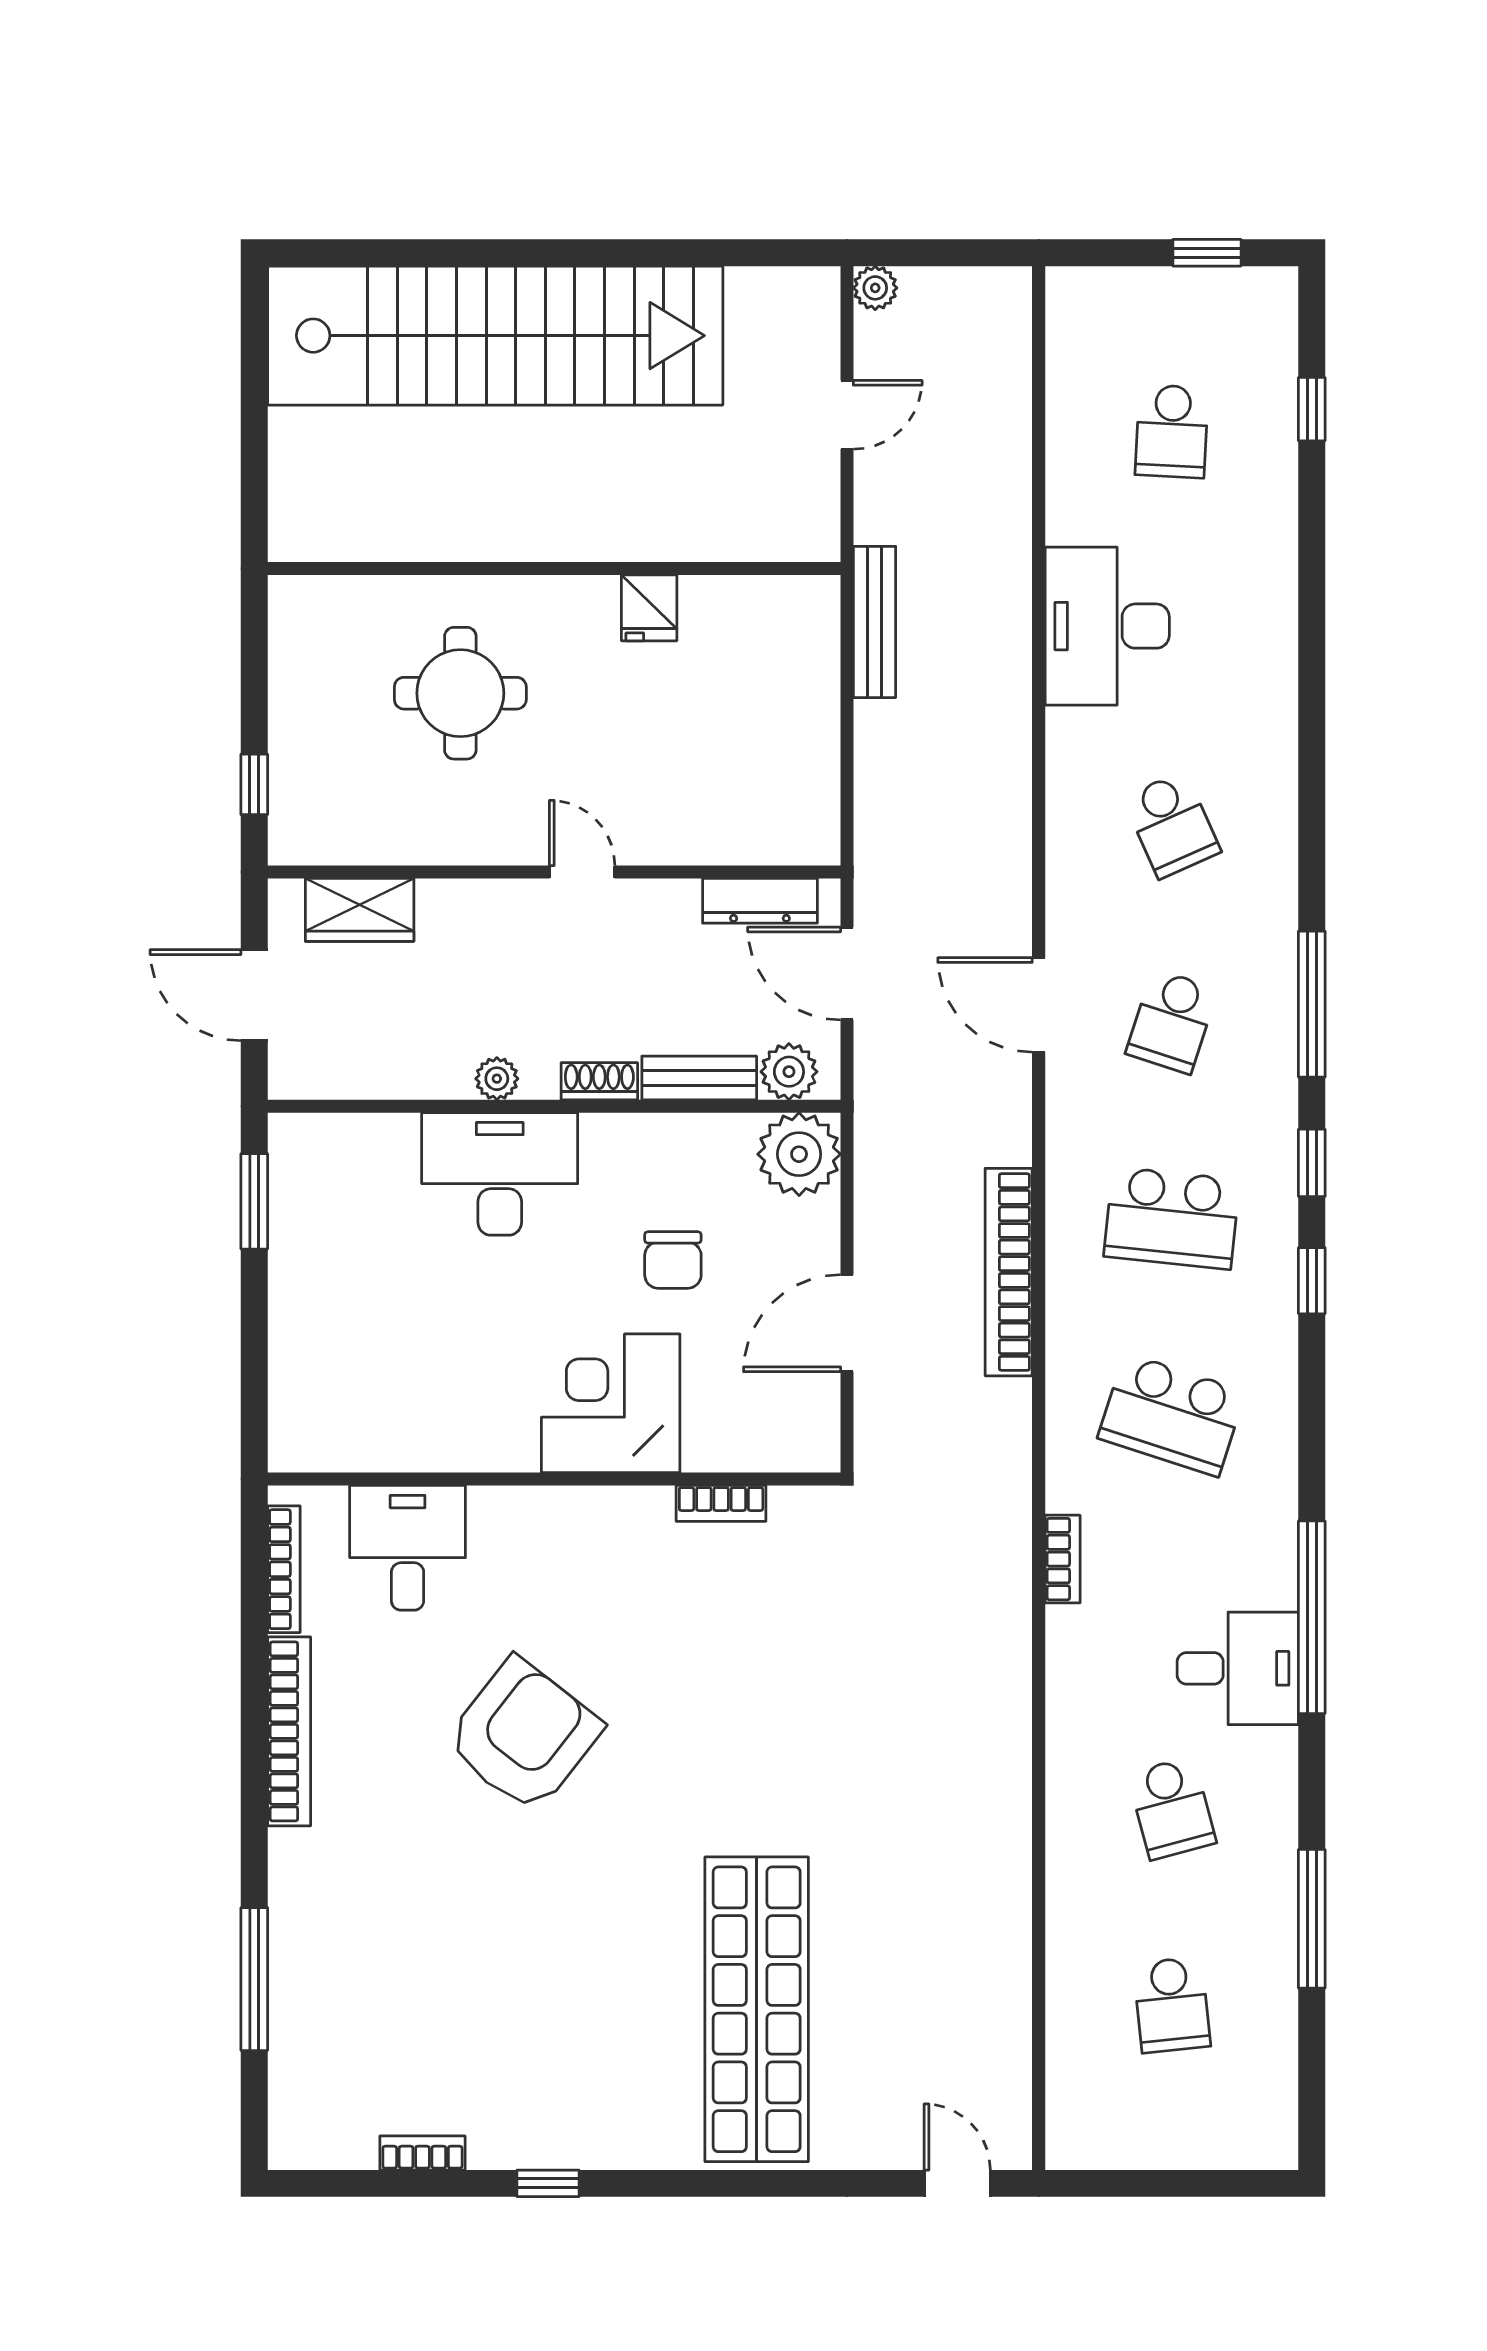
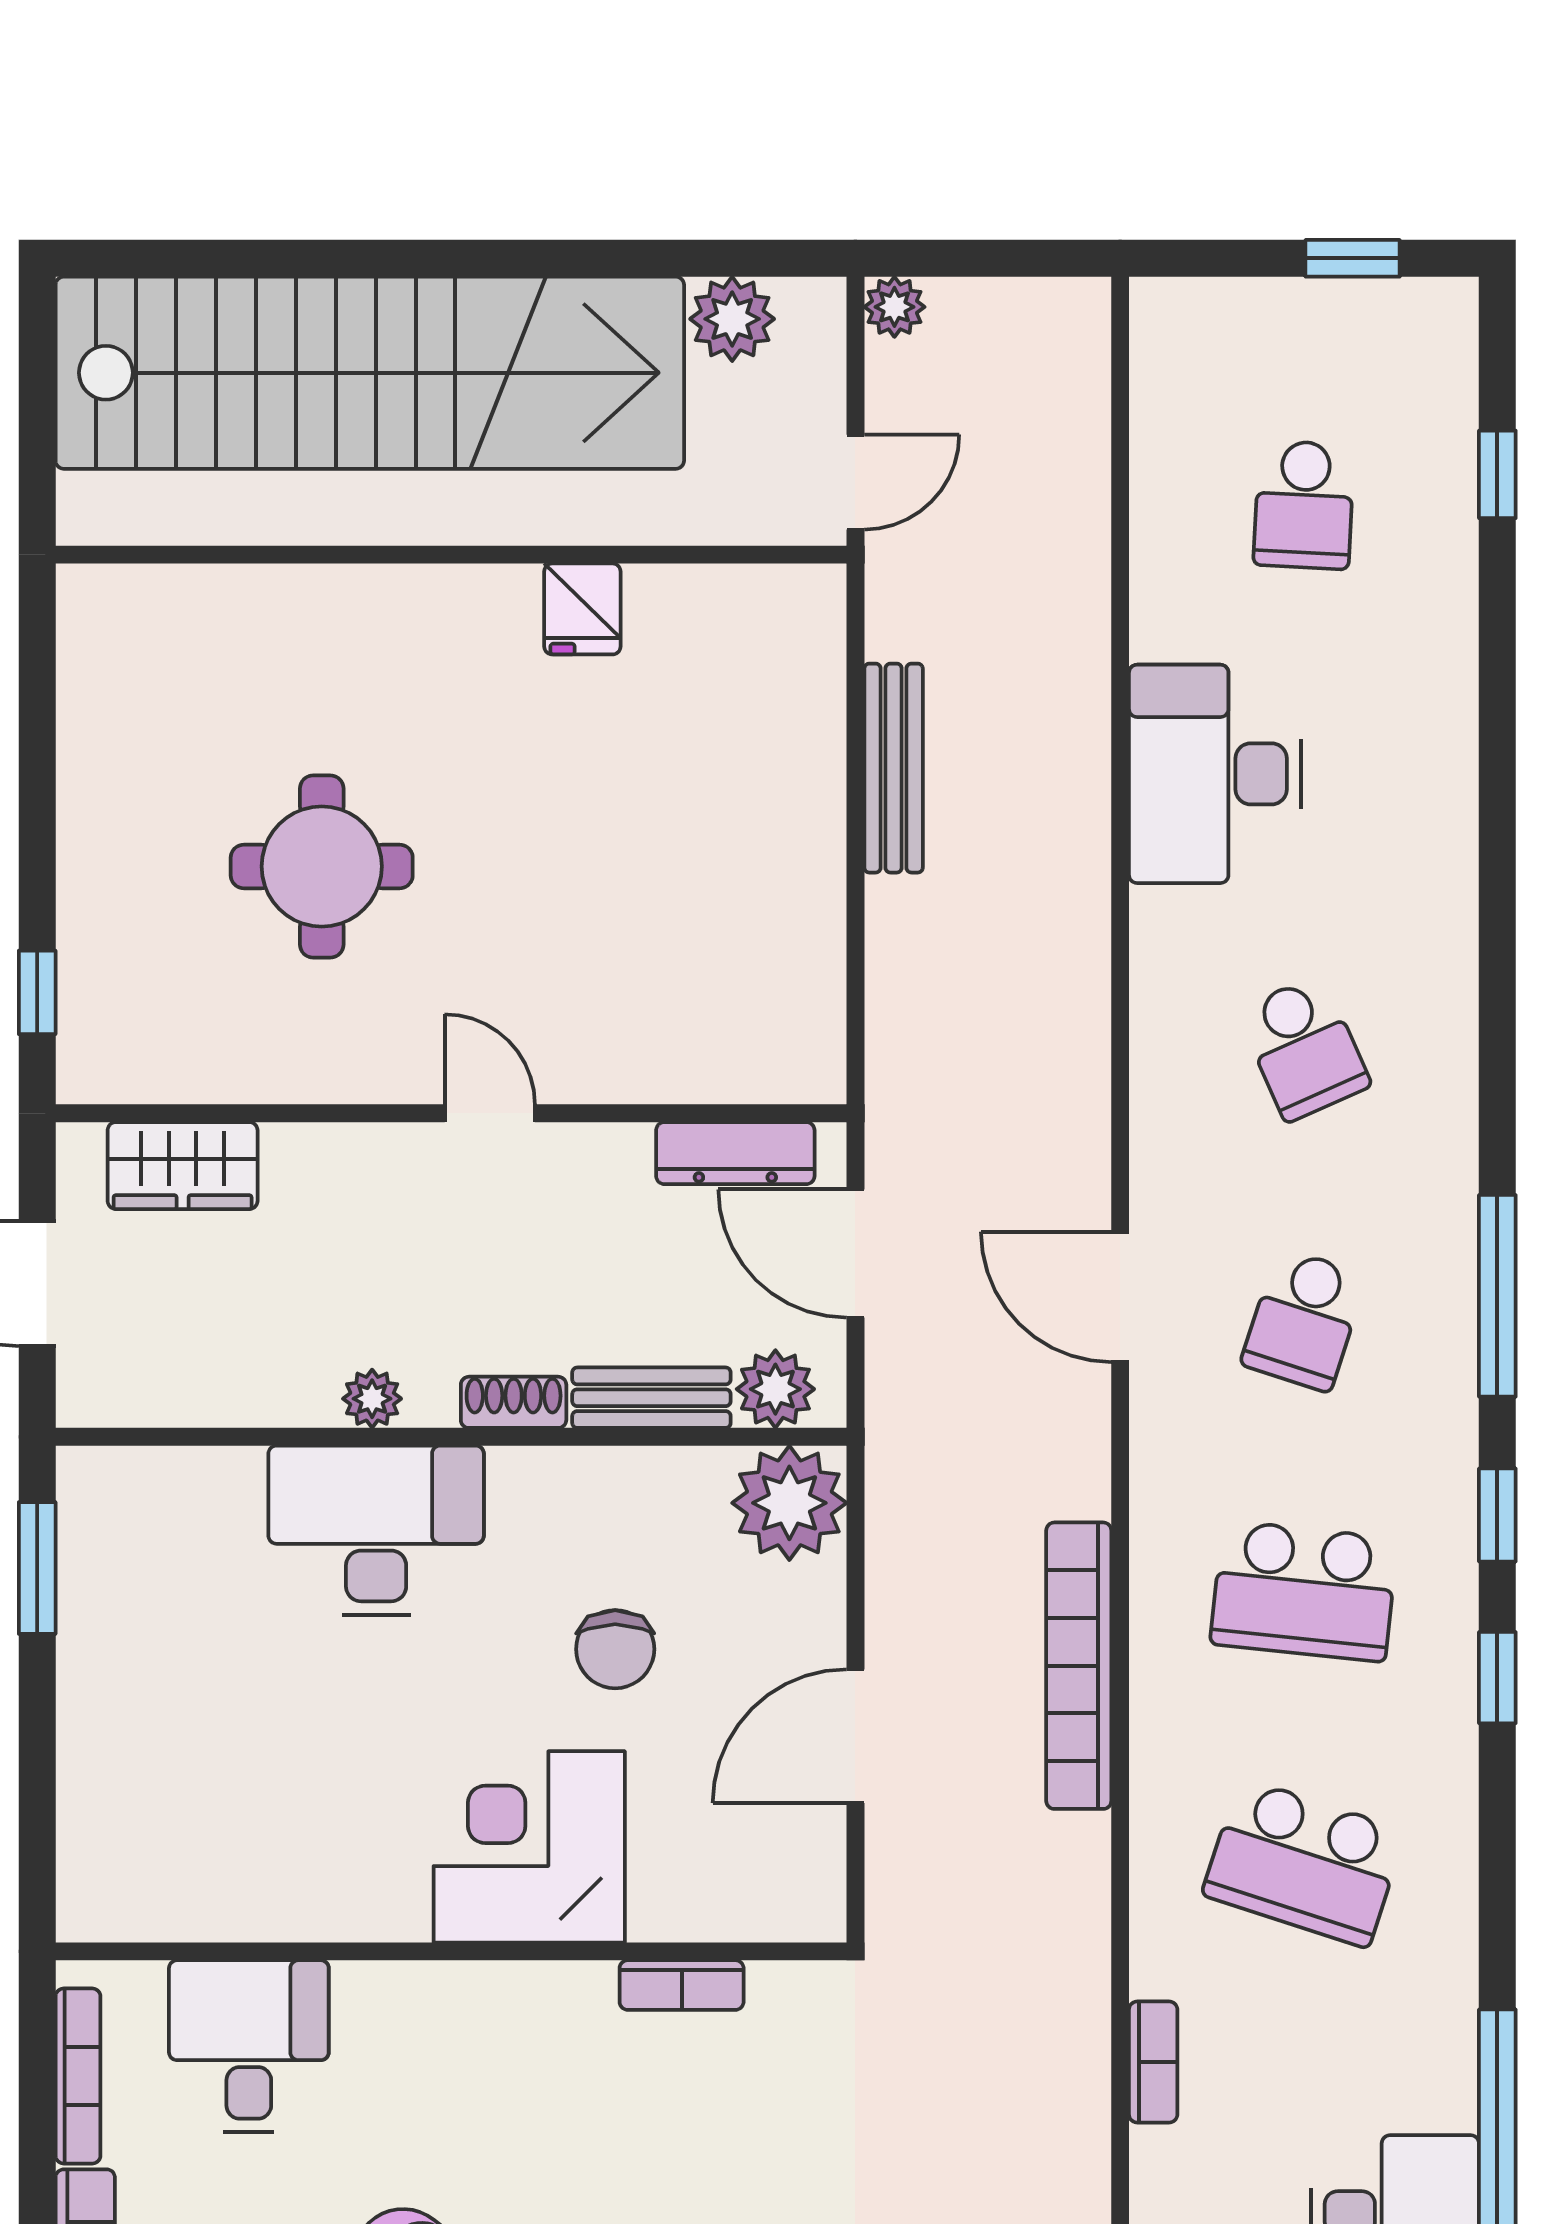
plant: (758, 297) -> (732, 319), added
wall: (554, 568) -> (451, 555), moved
fridge: (649, 608) -> (582, 609), moved

